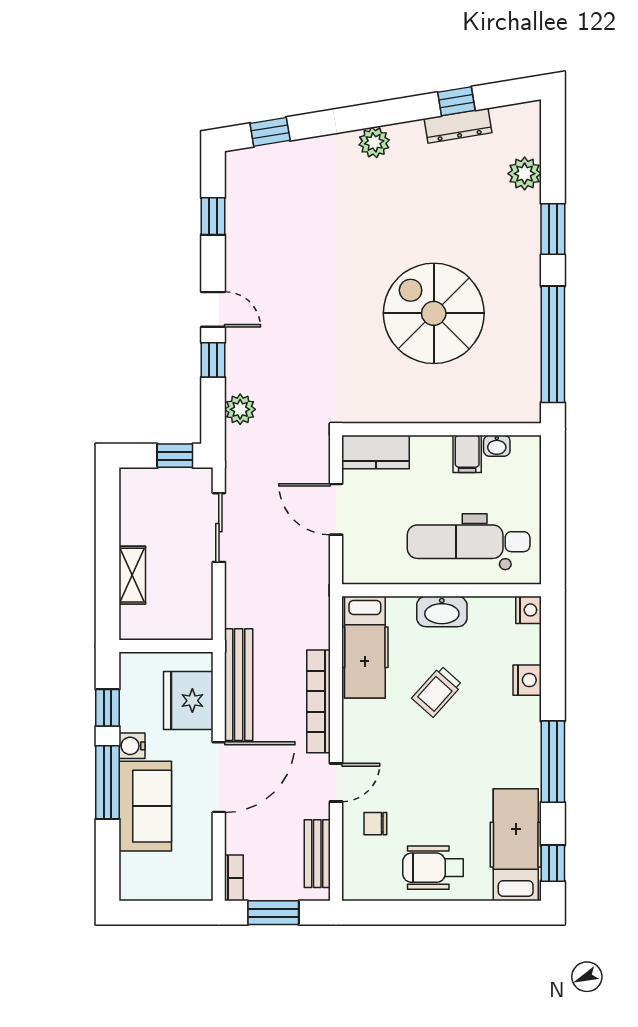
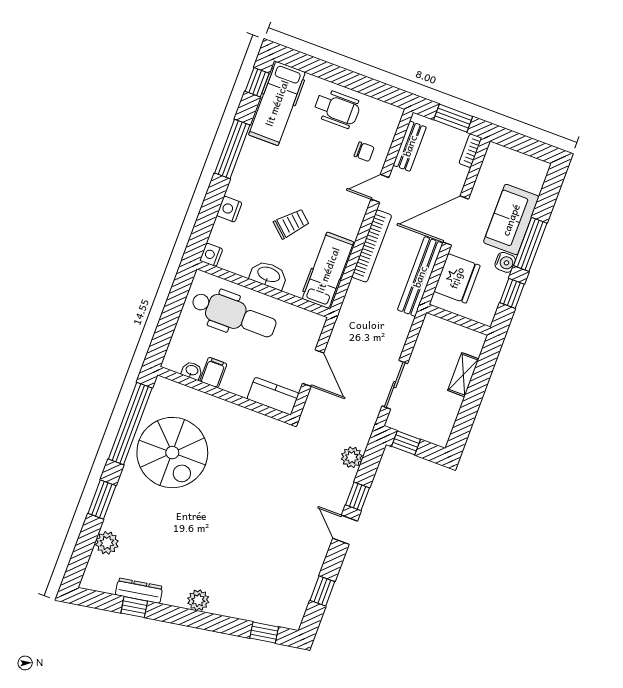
spiral stairs: (434, 313) -> (172, 453), moved

